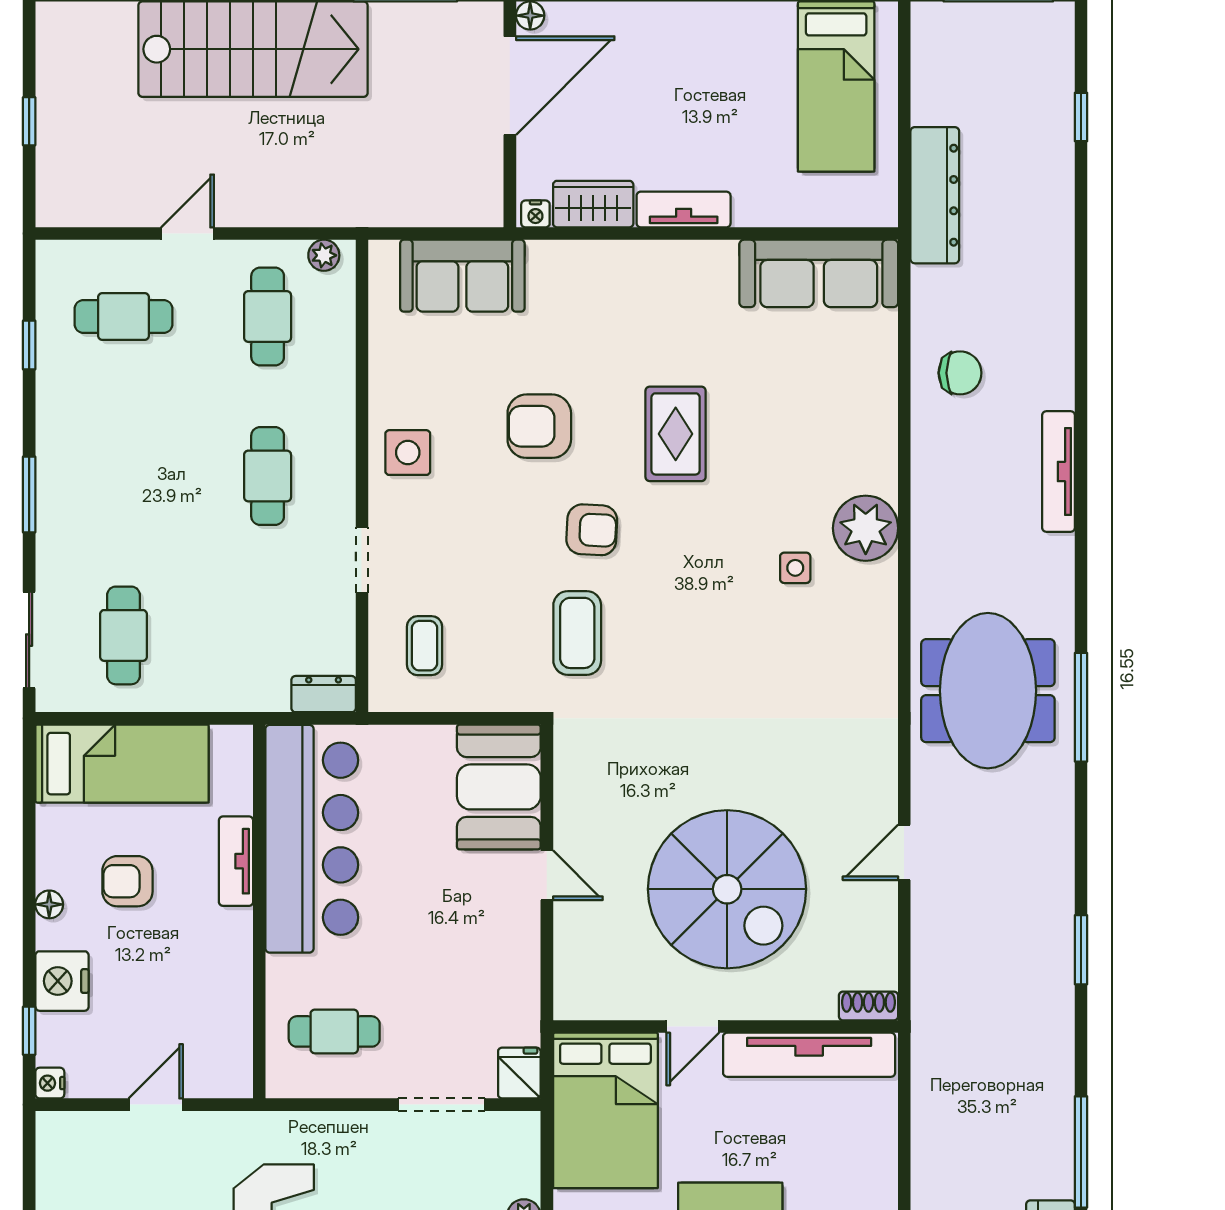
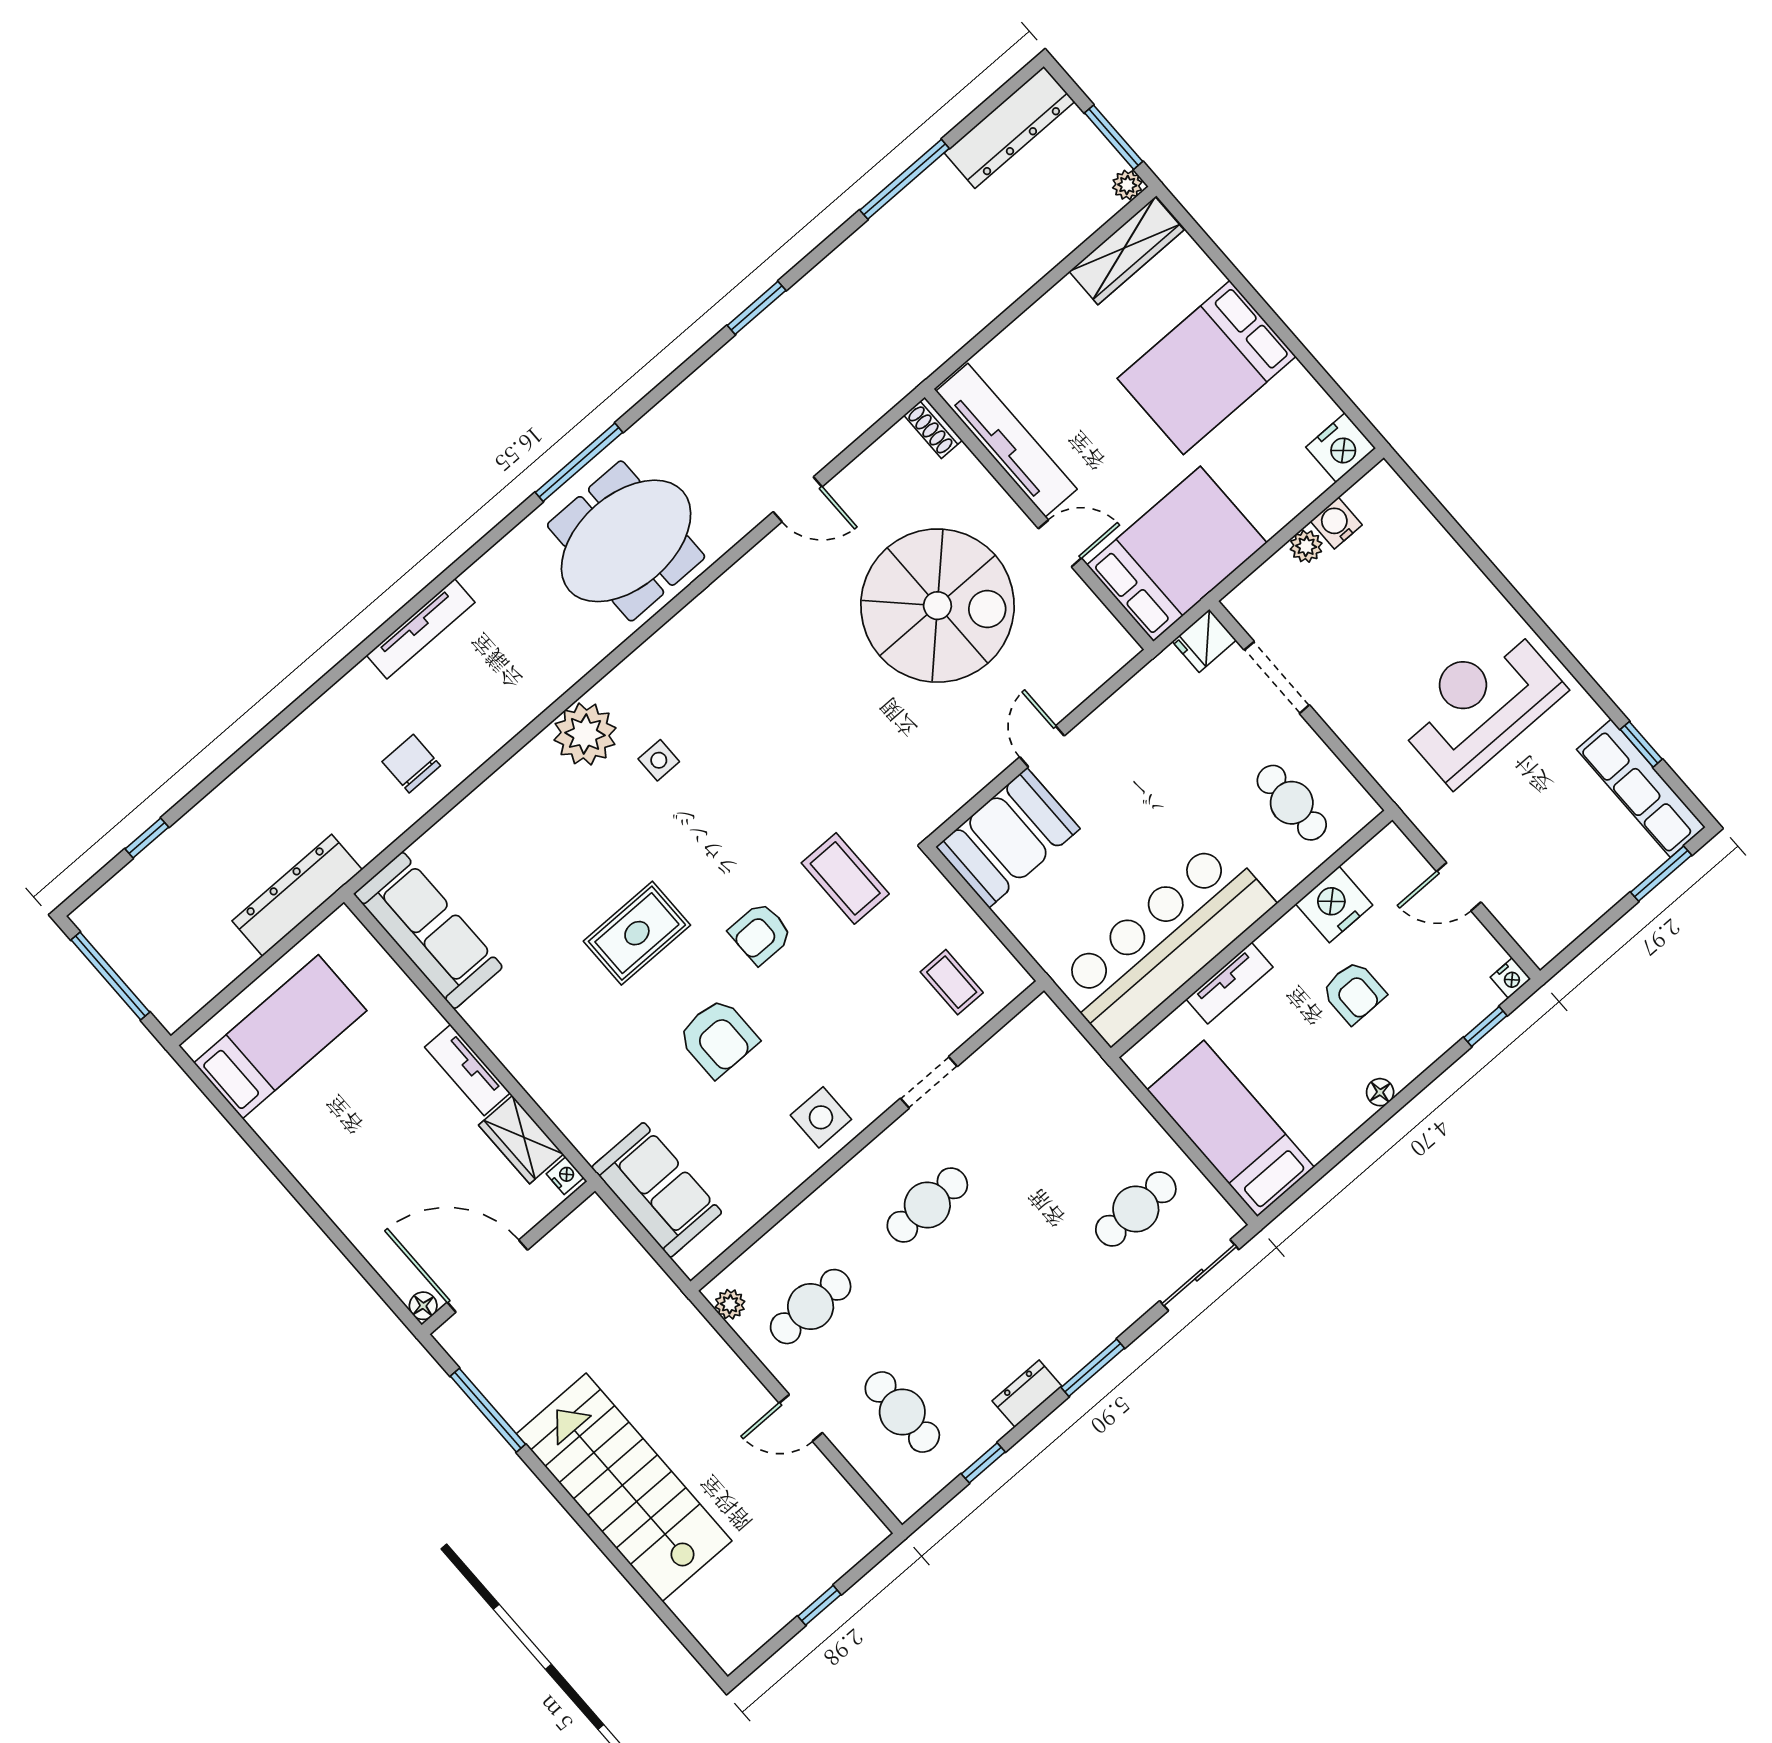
armchair: (592, 530) -> (760, 933), turned -93
coffee table: (577, 633) -> (845, 878), turned 90
coffee table: (425, 646) -> (952, 982), turned 90
dresser: (324, 694) -> (1027, 1394), moved, turned 90
armchair: (127, 881) -> (1354, 992), moved
spiral stairs: (727, 889) -> (937, 606), turned 90
nightstand: (62, 981) -> (1334, 904), moved, turned 180

